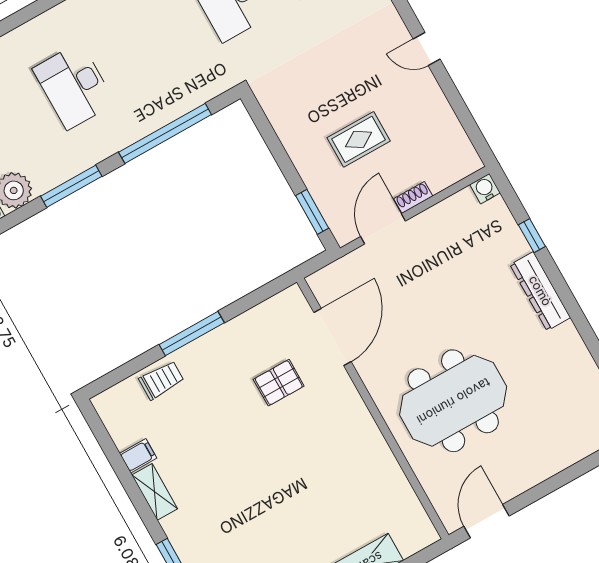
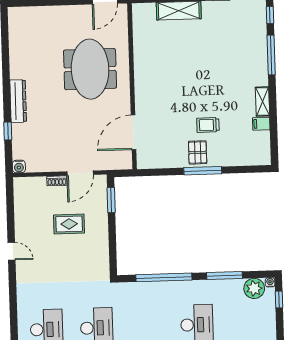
trolley: (161, 380) -> (208, 125), moved
pallet: (279, 383) -> (198, 152), moved, turned 90
meeting table: (453, 401) -> (90, 69), turned 90

